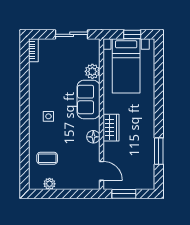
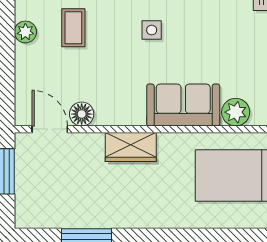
floor lamp: (93, 137) -> (82, 114), moved
door: (101, 171) -> (50, 129), swing flipped

